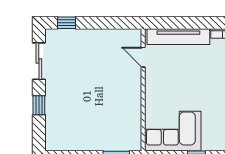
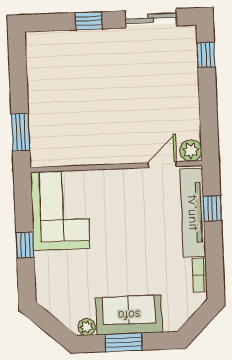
window: (176, 23) -> (212, 208), added
plant: (134, 36) -> (191, 151), added

